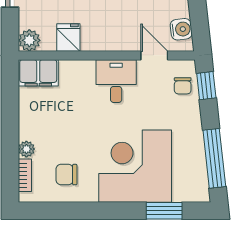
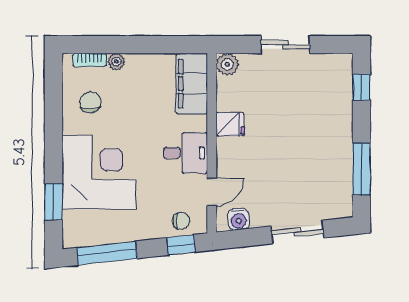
fridge: (68, 37) -> (230, 124), moved
filing cabinet: (38, 73) -> (192, 84), width x1.50, depth x1.17
chair: (183, 86) -> (181, 221), turned 180

